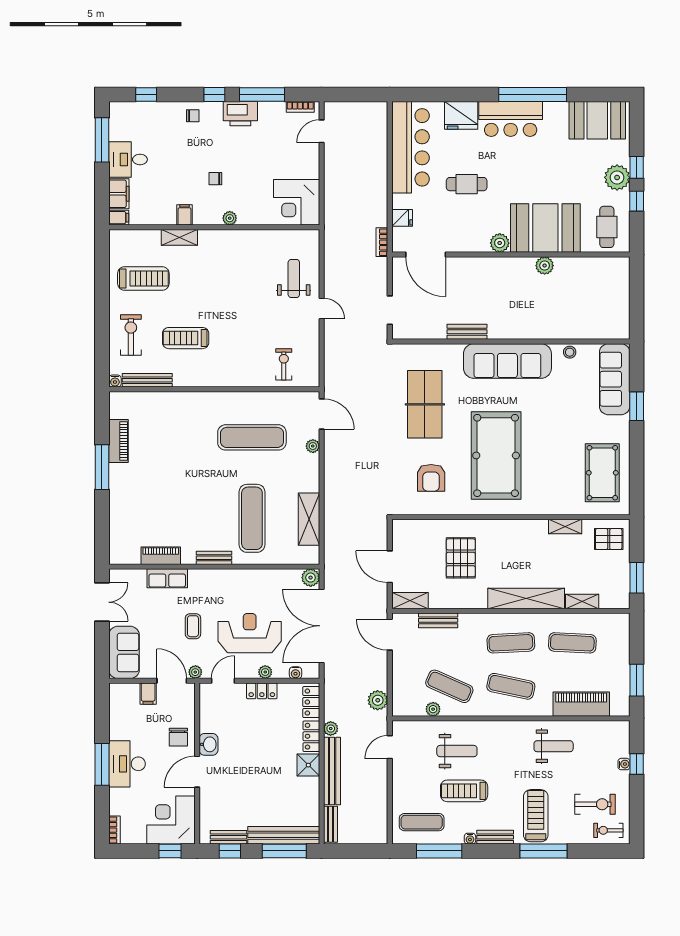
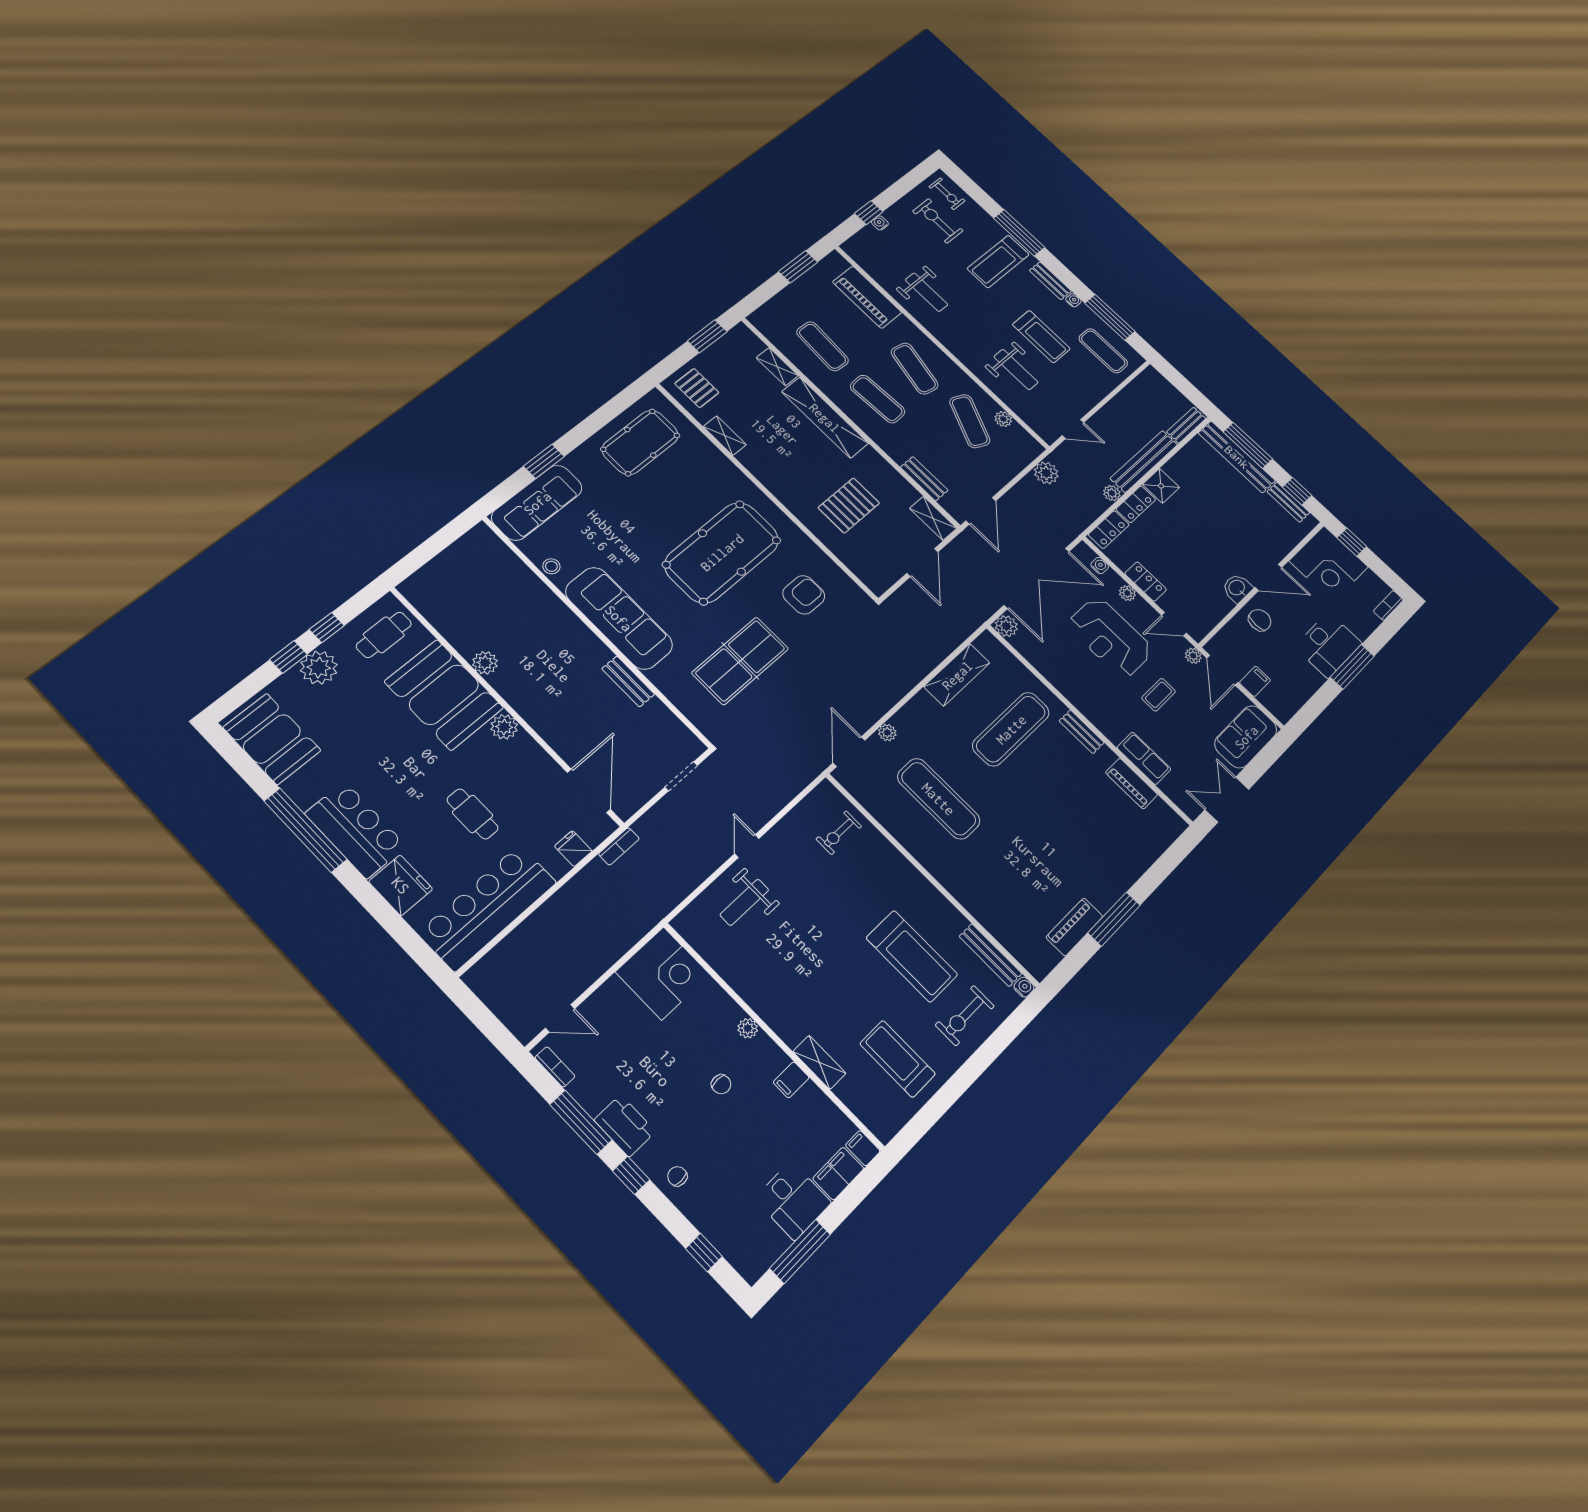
treadmill: (186, 338) -> (912, 956), width x1.37, depth x1.38
weight bench: (554, 746) -> (927, 292), turned 180
weight bench: (457, 751) -> (1016, 369), turned 180

